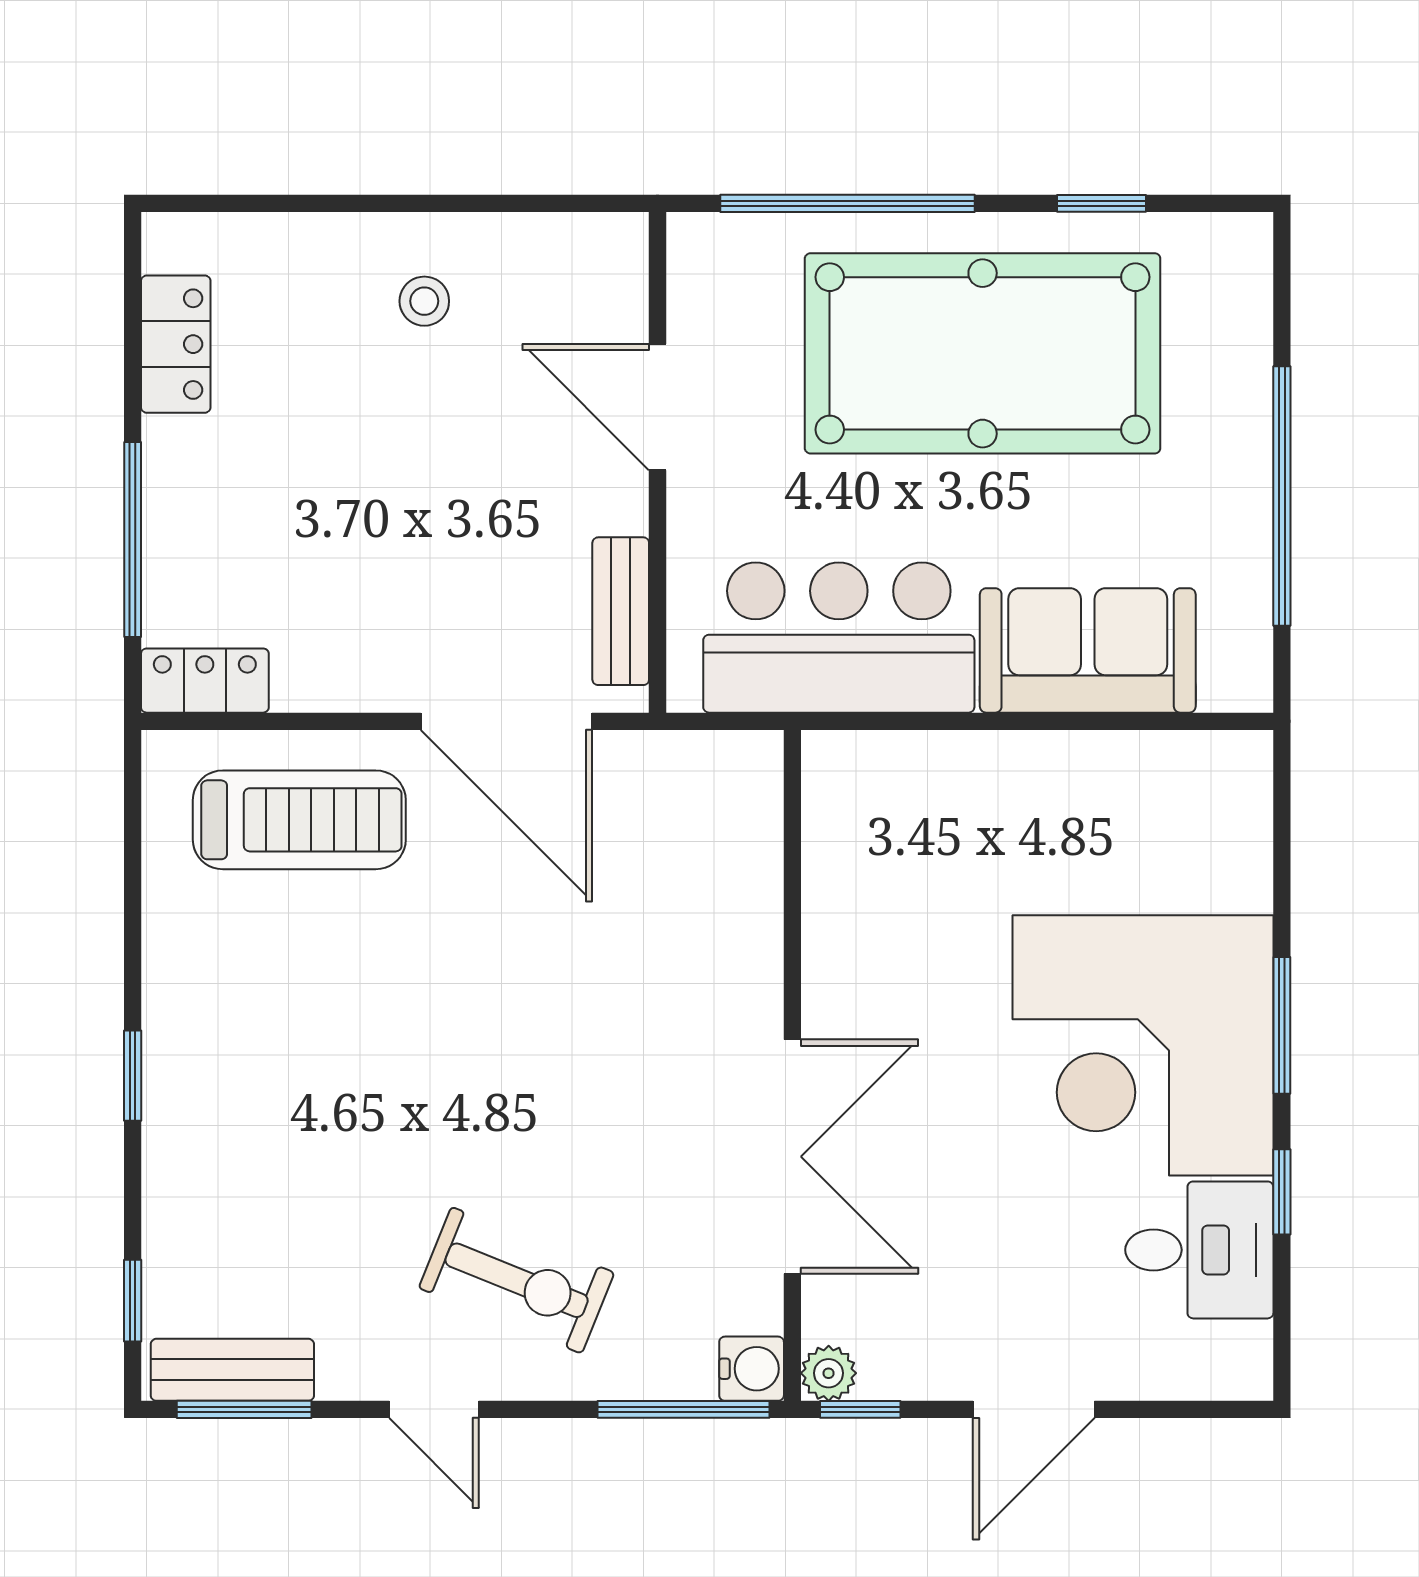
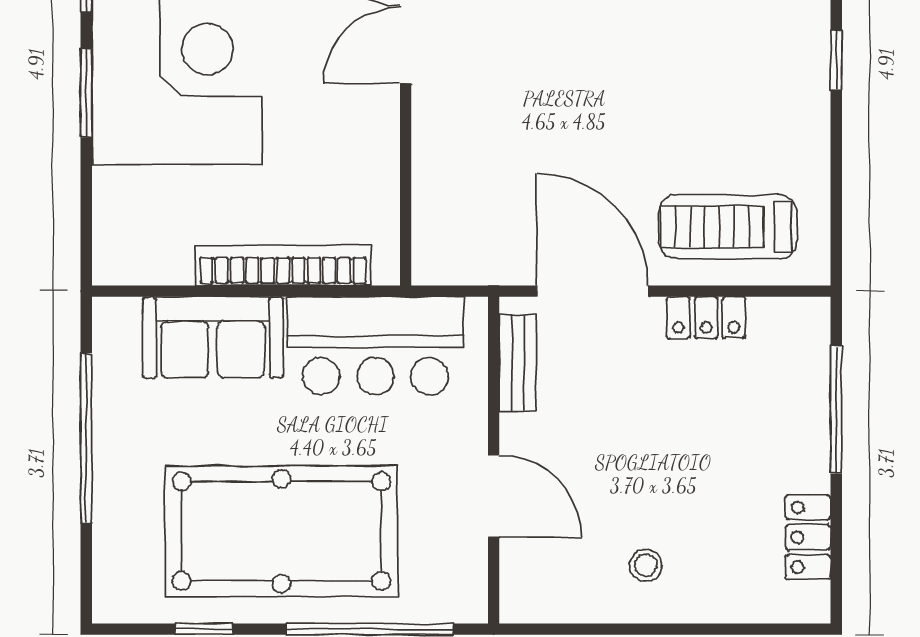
locker: (205, 681) -> (706, 318), moved
bookcase: (980, 760) -> (283, 266), added

